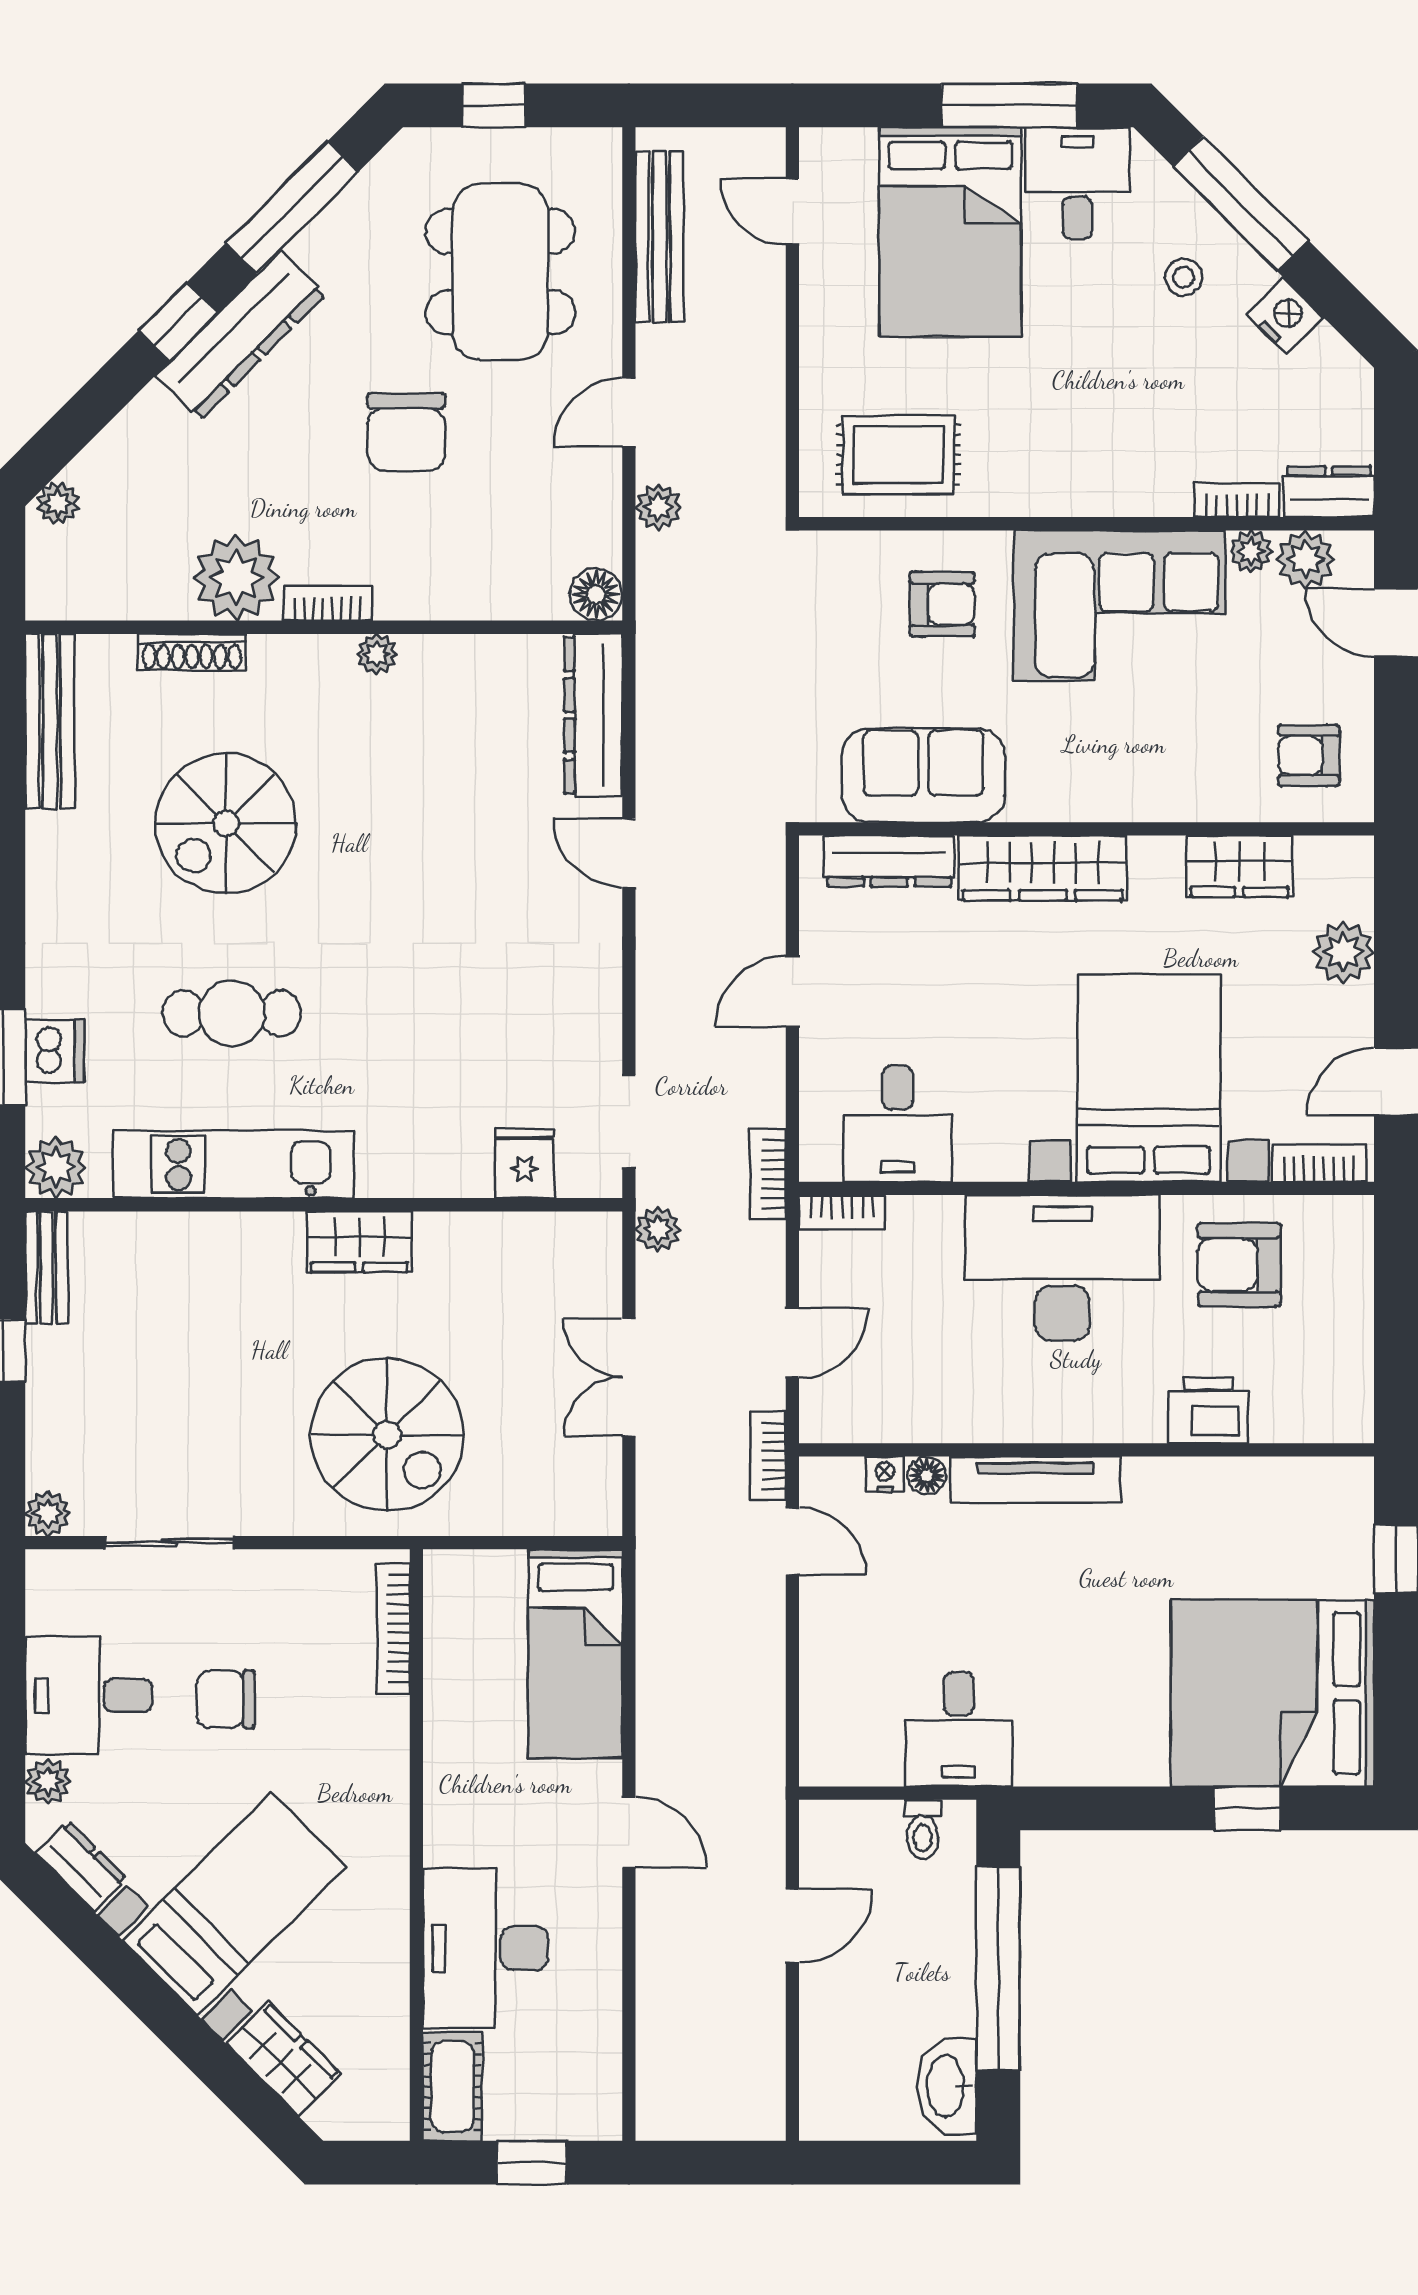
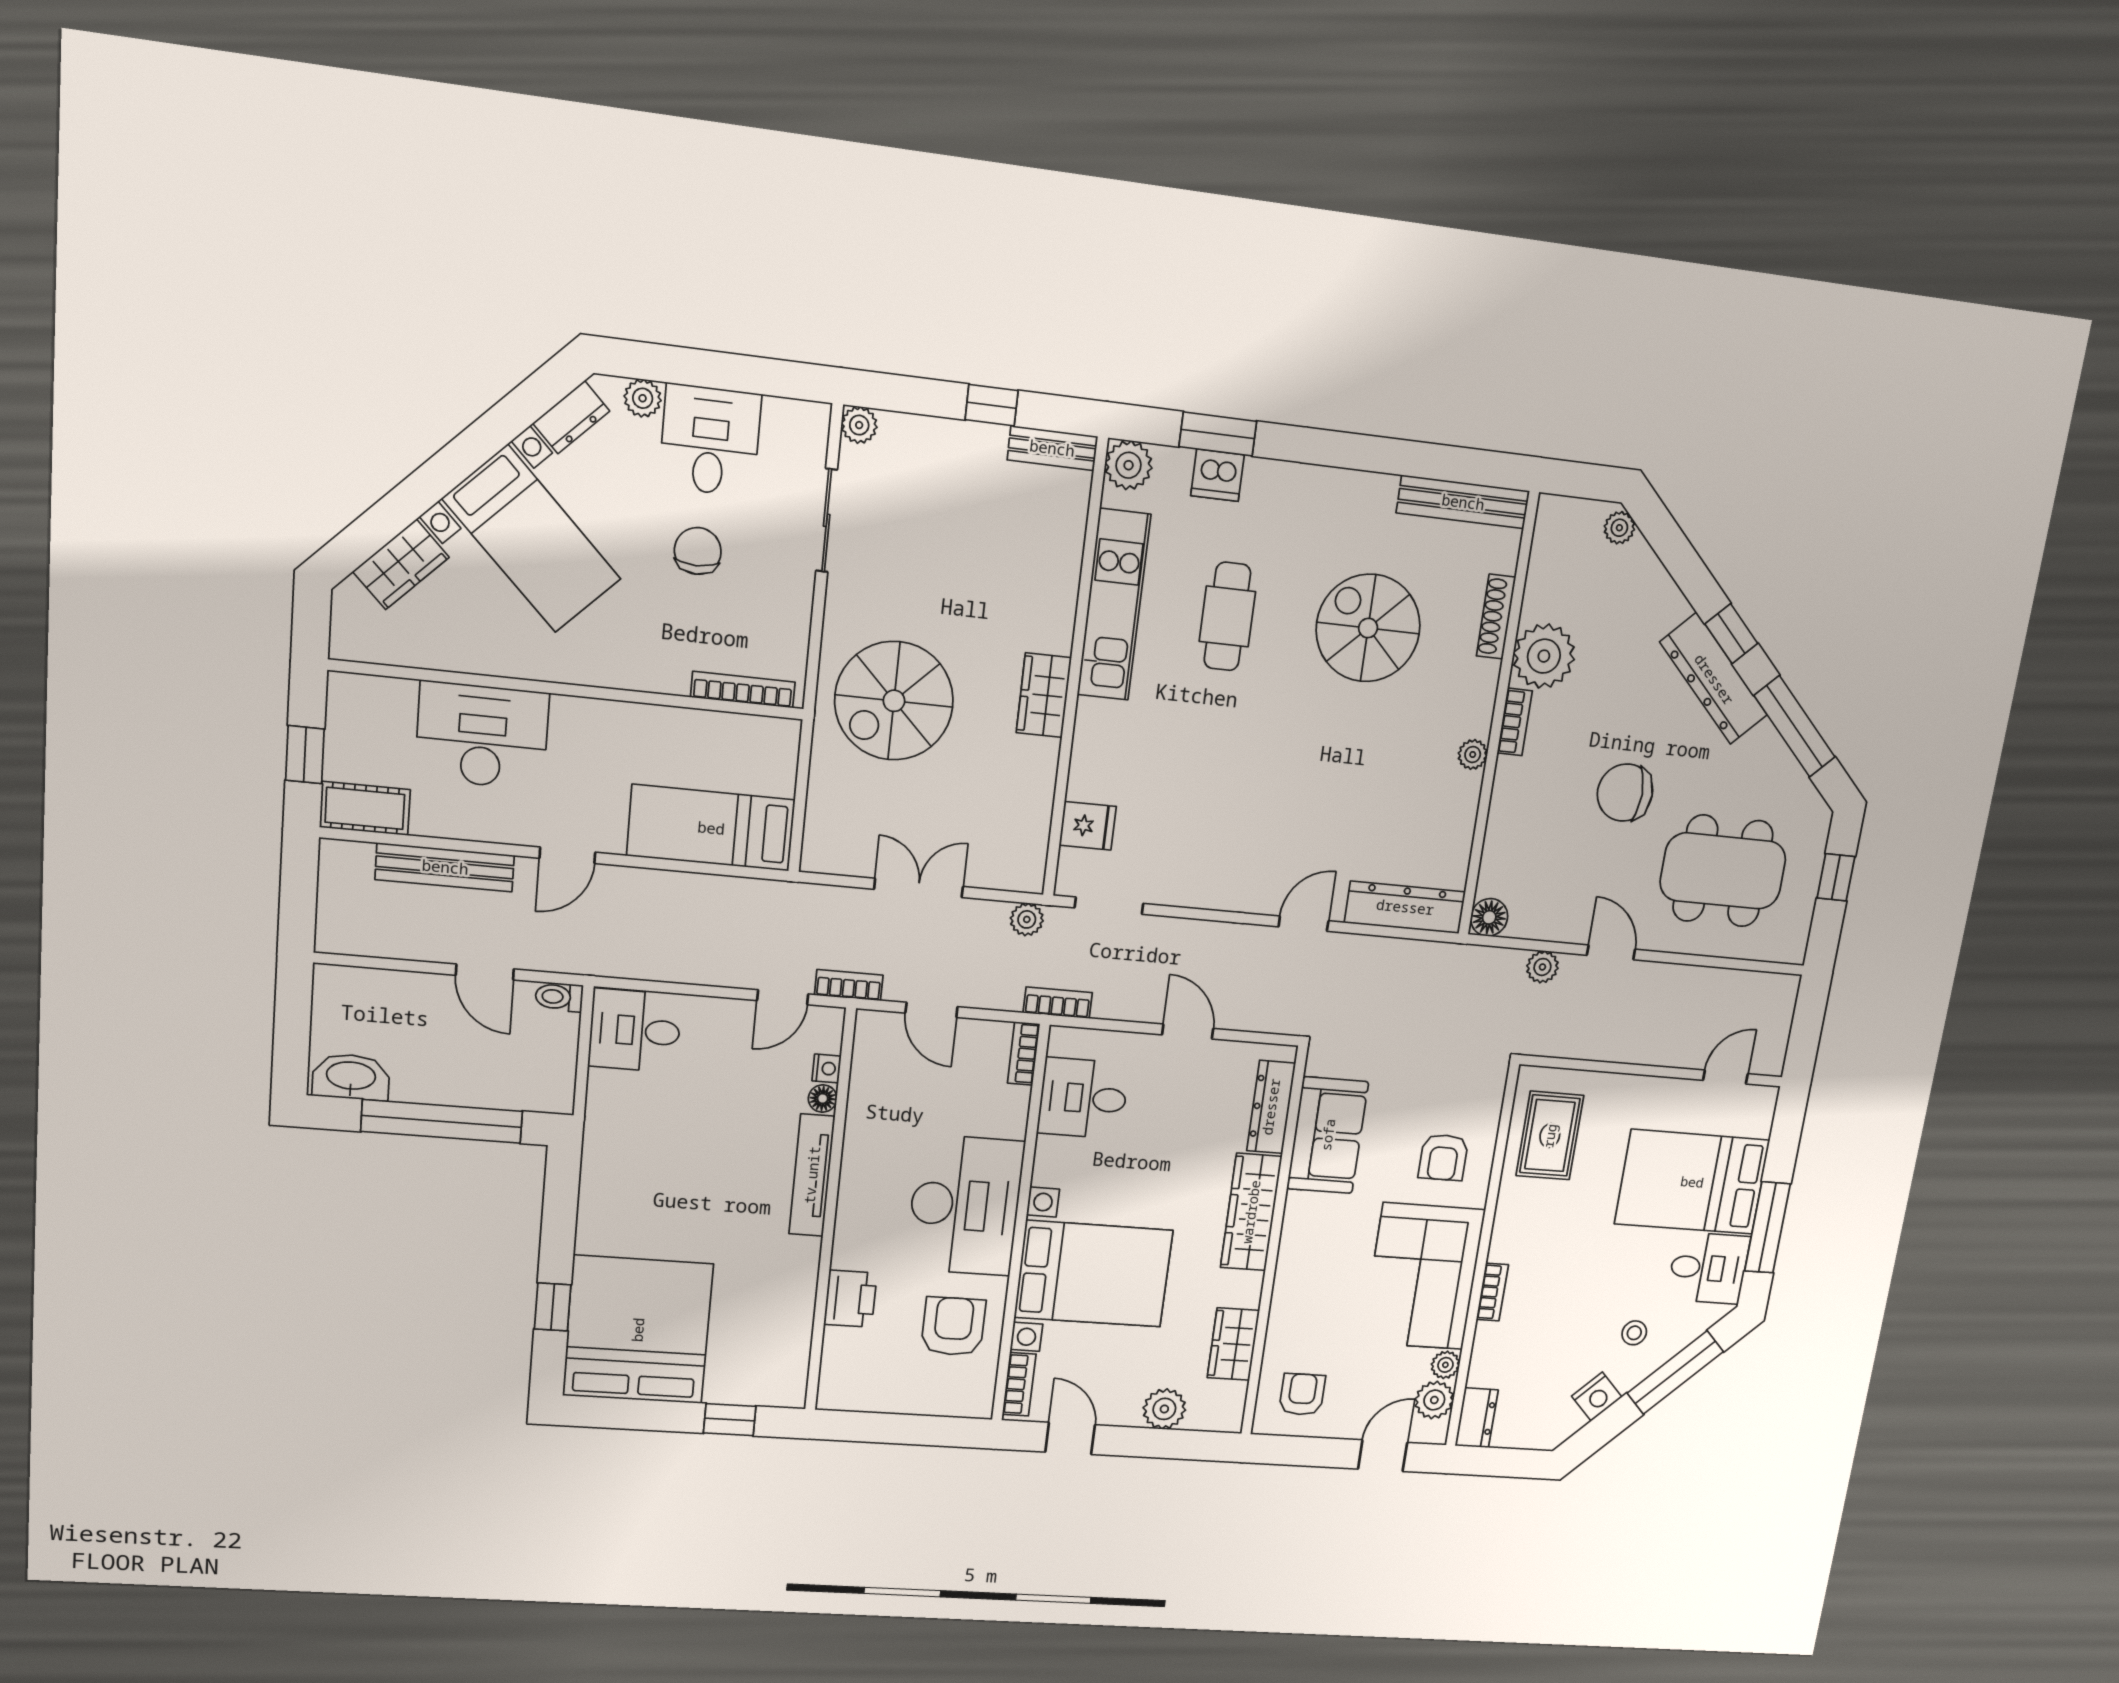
bench: (659, 237) -> (445, 867), moved
bookcase: (1237, 500) -> (1492, 1292), moved
desk: (959, 1729) -> (635, 1031), moved
toilet: (923, 1830) -> (559, 997), moved
cot: (452, 2087) -> (365, 808), moved

